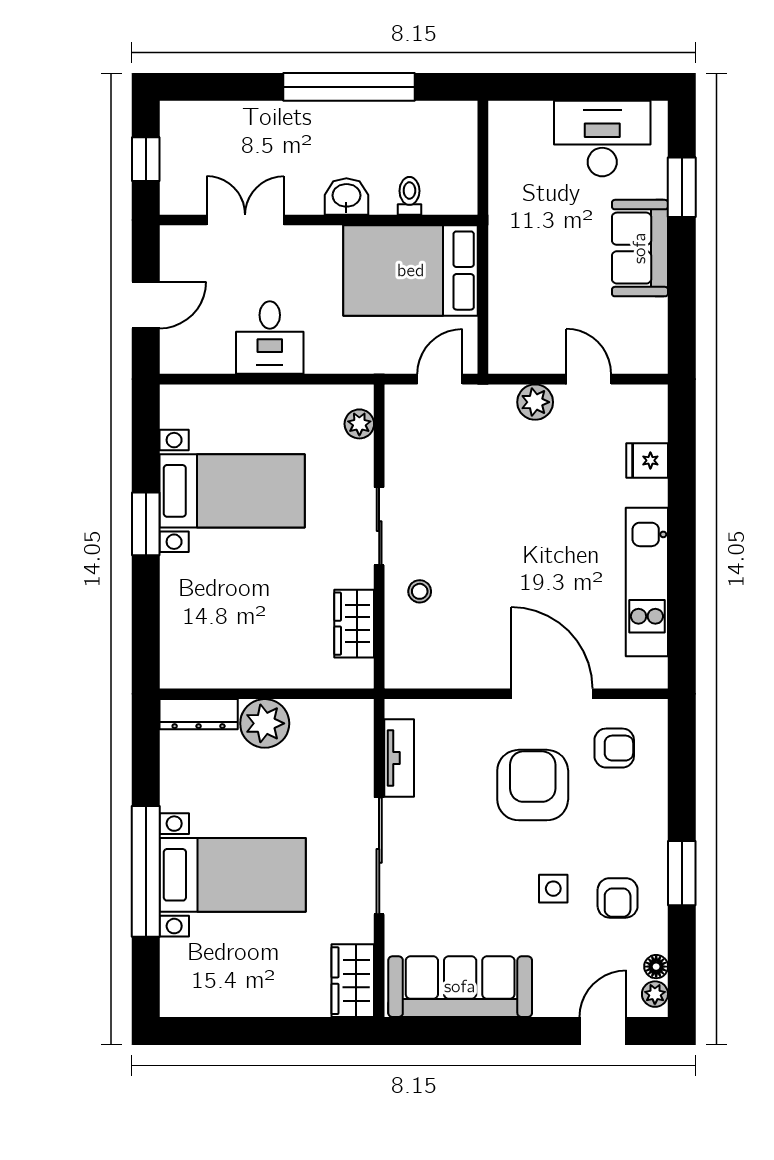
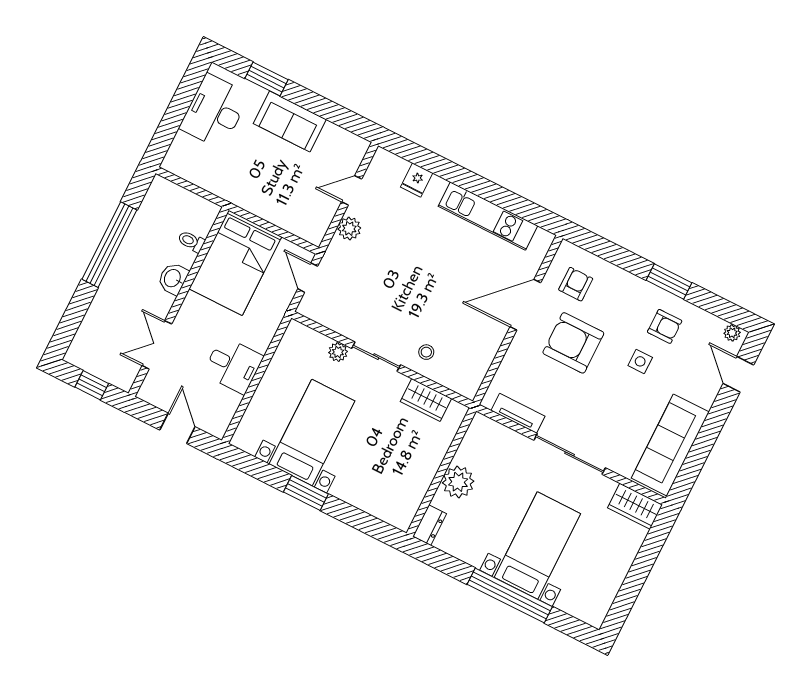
plant: (359, 424) -> (338, 352), moved
dresser: (199, 714) -> (430, 525), width x0.70
floor lamp: (656, 967) -> (716, 324), removed

